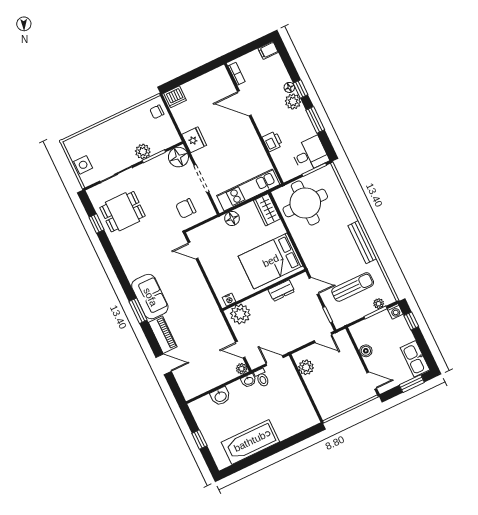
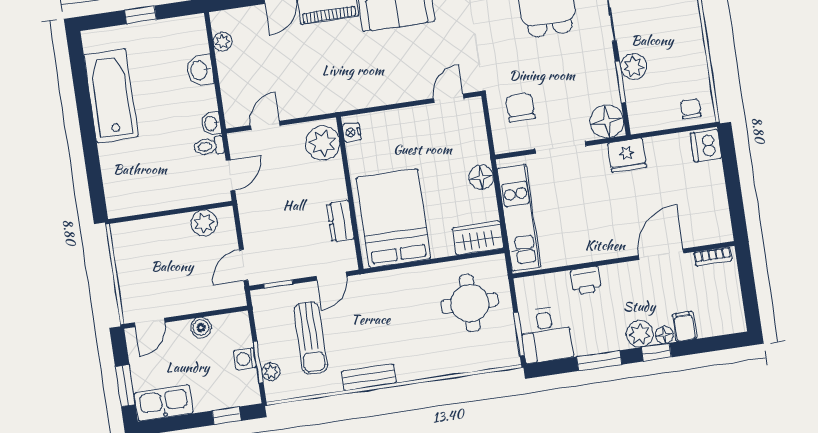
filing cabinet: (268, 50) -> (685, 326), moved
round table: (305, 203) -> (470, 303), width x0.73, depth x0.73
bench: (362, 242) -> (369, 377), width x0.73
washing machine: (395, 311) -> (245, 359), moved
plant: (242, 369) -> (223, 42), moved

